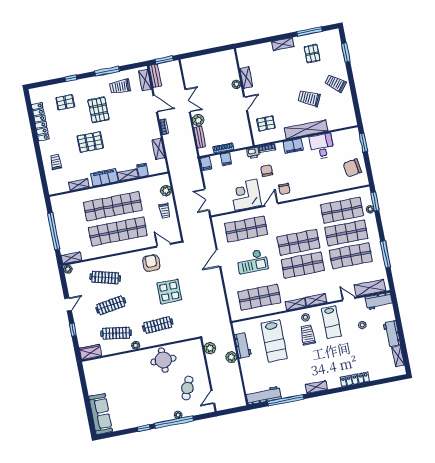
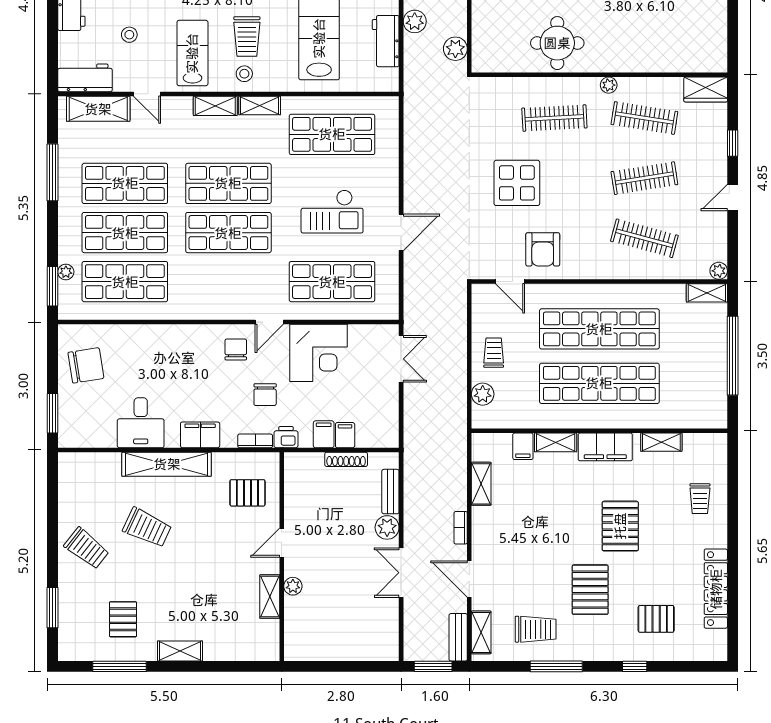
pallet: (90, 142) -> (620, 526), turned 90
filing cabinet: (206, 163) -> (324, 434), moved
checkout: (252, 261) -> (332, 212), turned 180

